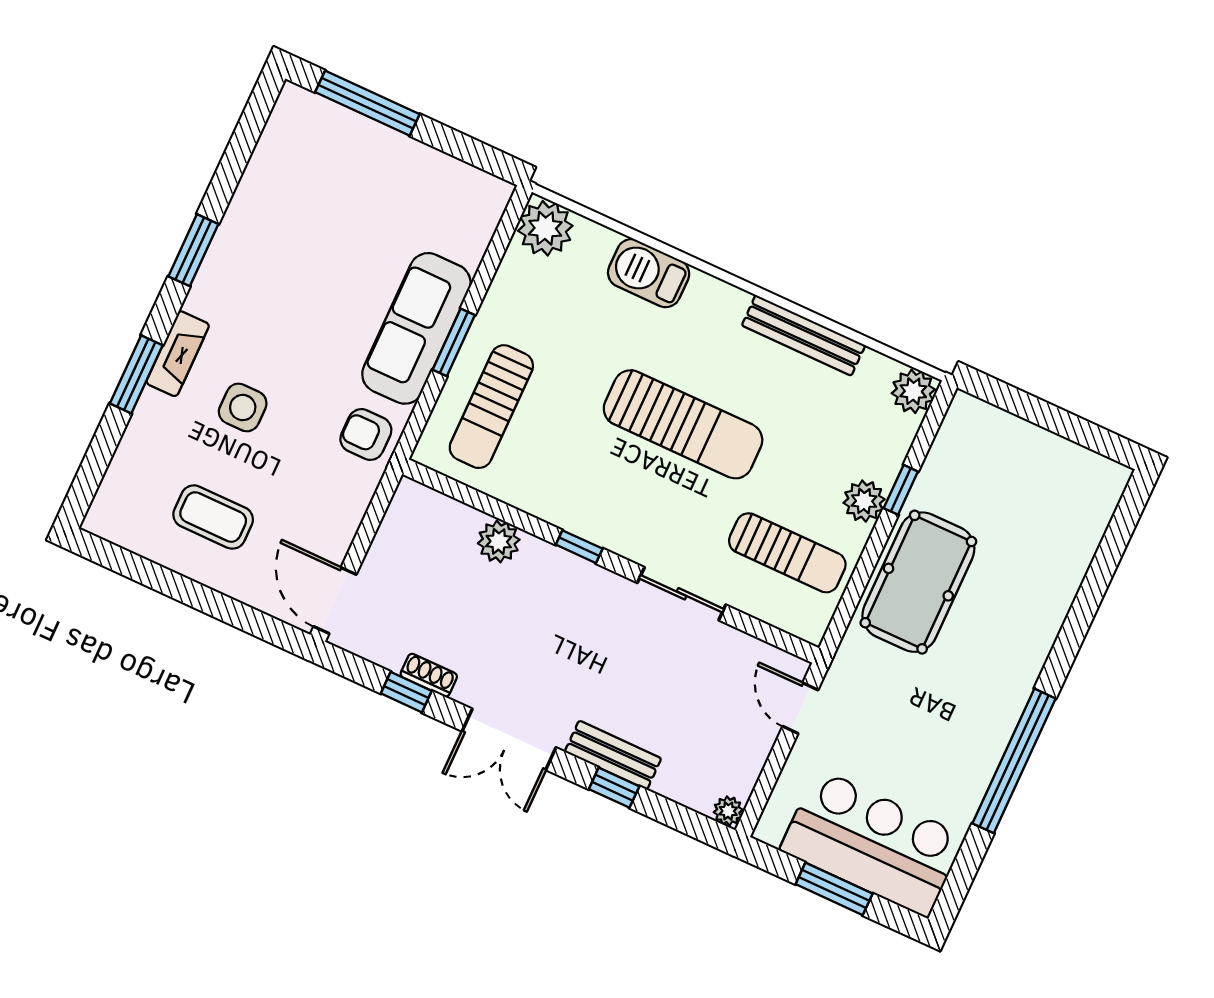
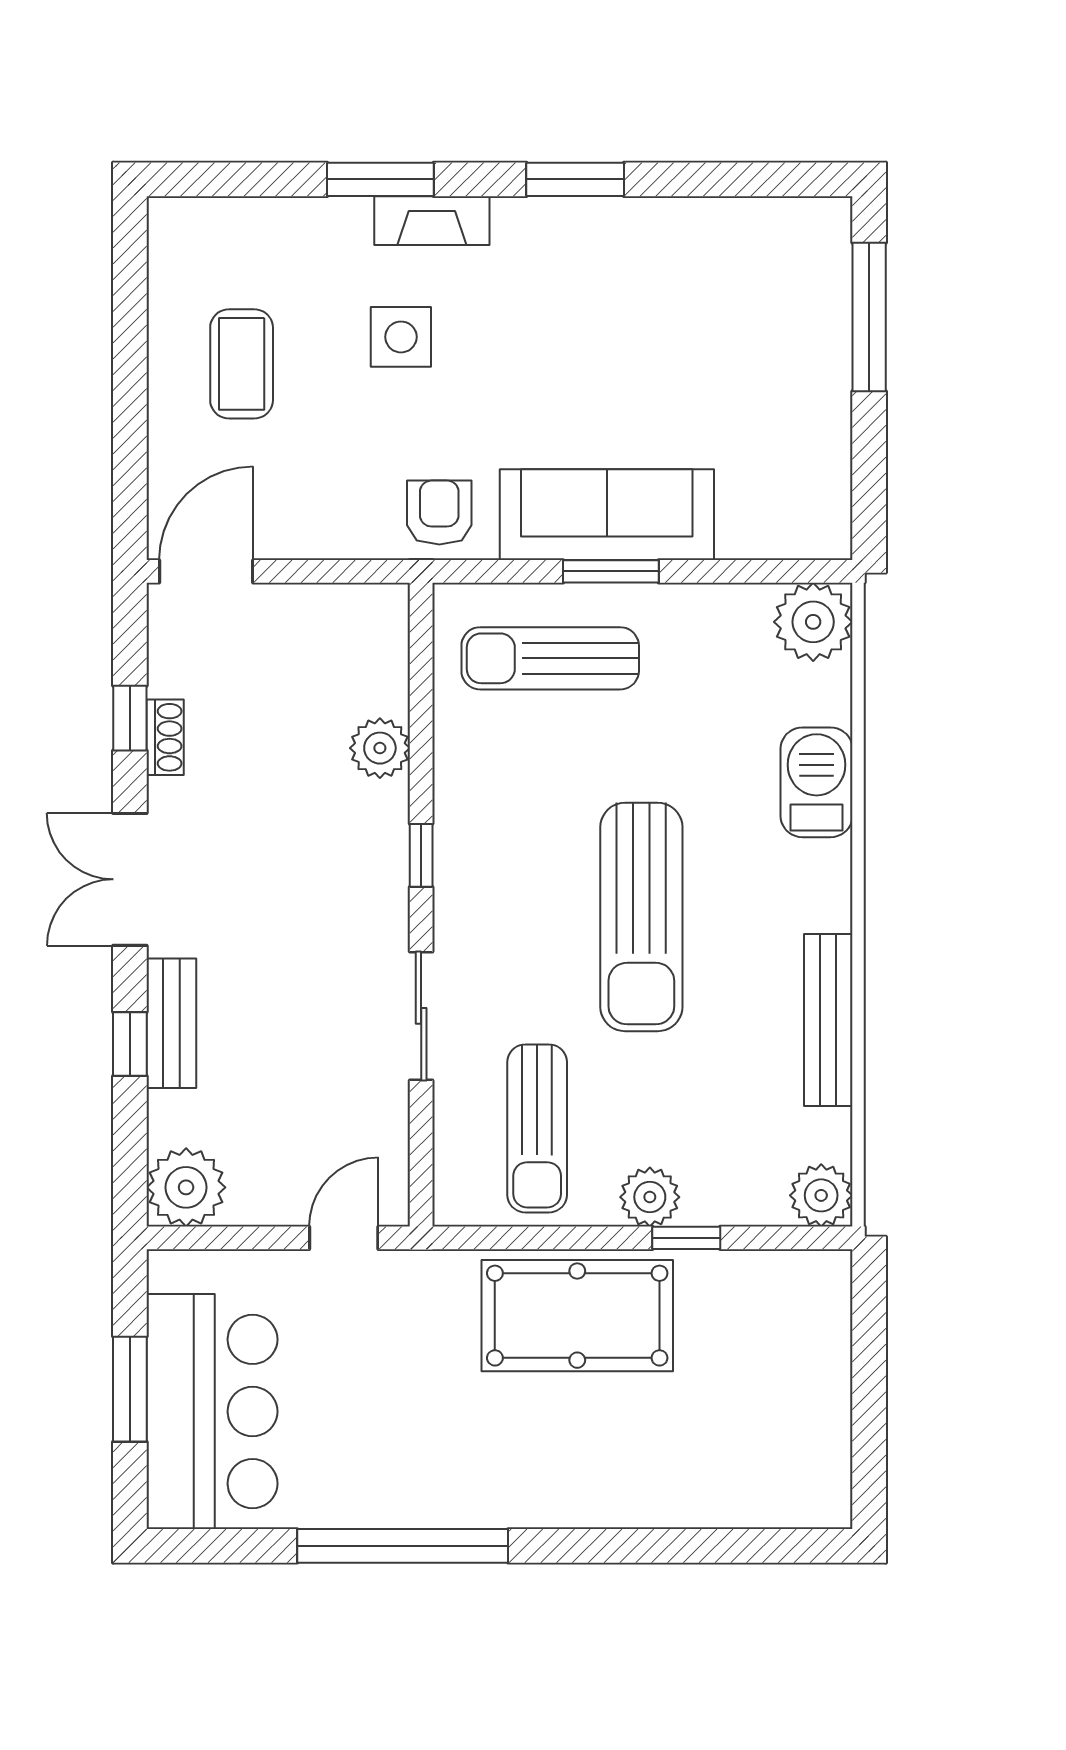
plant: (728, 811) -> (186, 1187), width x1.87, depth x1.87

